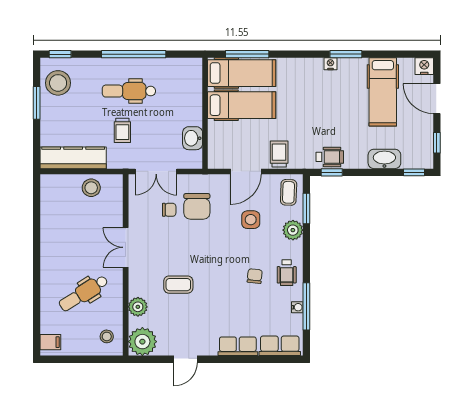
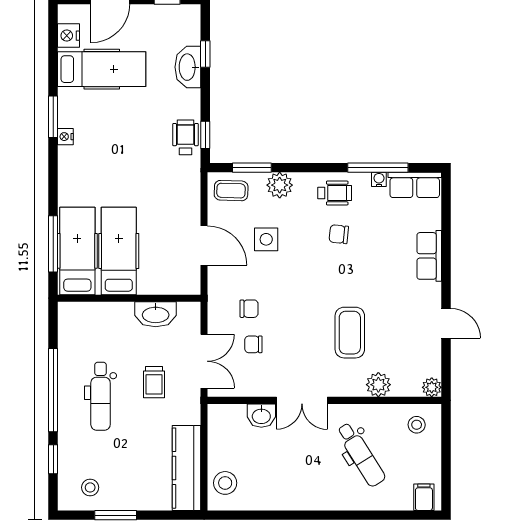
window: (60, 54) -> (53, 459), moved
nightstand: (424, 66) -> (68, 36), moved
stool: (58, 83) -> (90, 487), width x0.53, depth x0.53
trolley: (122, 130) -> (154, 382), moved, turned 90
washbasin: (193, 138) -> (156, 314), width x1.38
trolley: (279, 154) -> (182, 203), removed
window: (414, 172) -> (205, 54), moved
stool: (91, 188) -> (225, 483), moved
chair: (197, 206) -> (249, 309), width x0.54, depth x0.54
chair: (169, 210) -> (253, 344), turned -90
washbasin: (114, 216) -> (261, 416), added
coffee table: (178, 285) -> (350, 333), width x1.36, depth x1.30
plant: (142, 342) -> (432, 387), width x0.53, depth x0.53
row of seats: (280, 346) -> (415, 185), moved, turned -90

